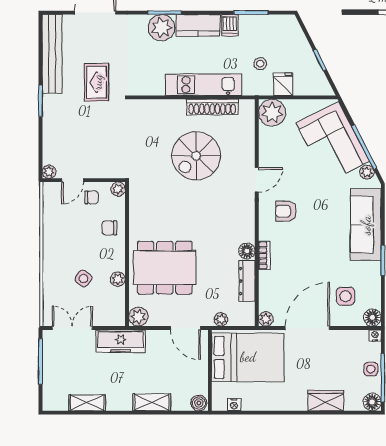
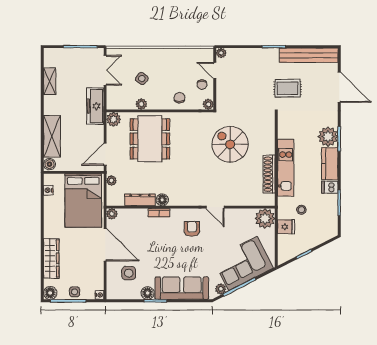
spiral stairs: (196, 156) -> (230, 144), moved
floor lamp: (372, 317) -> (148, 293), moved
wardrobe: (326, 401) -> (51, 258), width x1.50
shelving: (152, 402) -> (52, 136), width x1.50, depth x1.33

